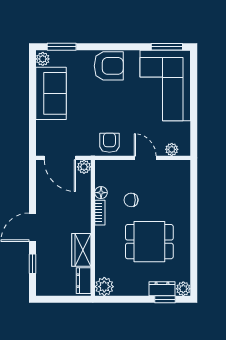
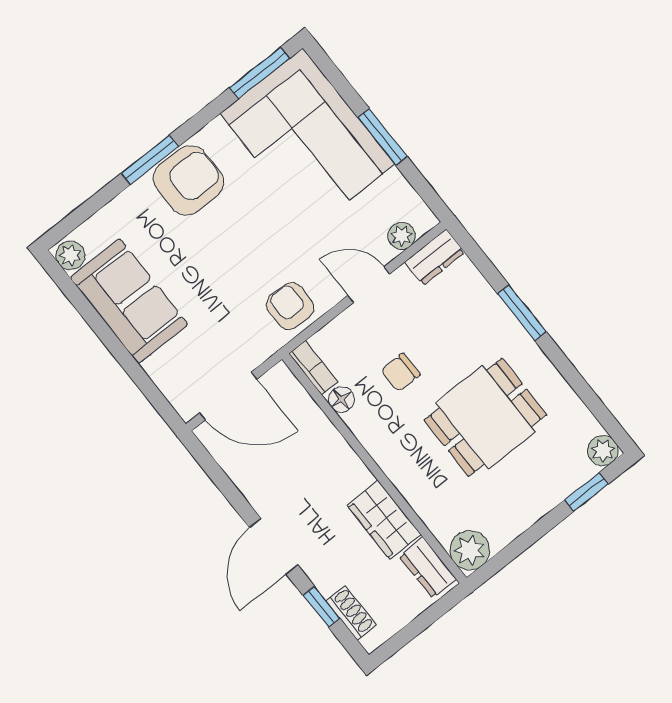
window: (62, 47) -> (150, 160), moved
window: (194, 107) -> (383, 137), added
plant: (84, 167) -> (280, 379), removed
bookcase: (100, 213) -> (313, 368), moved
window: (194, 213) -> (522, 313), added
shoe rack: (42, 275) -> (351, 613), added
dresser: (162, 289) -> (435, 257), moved, turned 180

